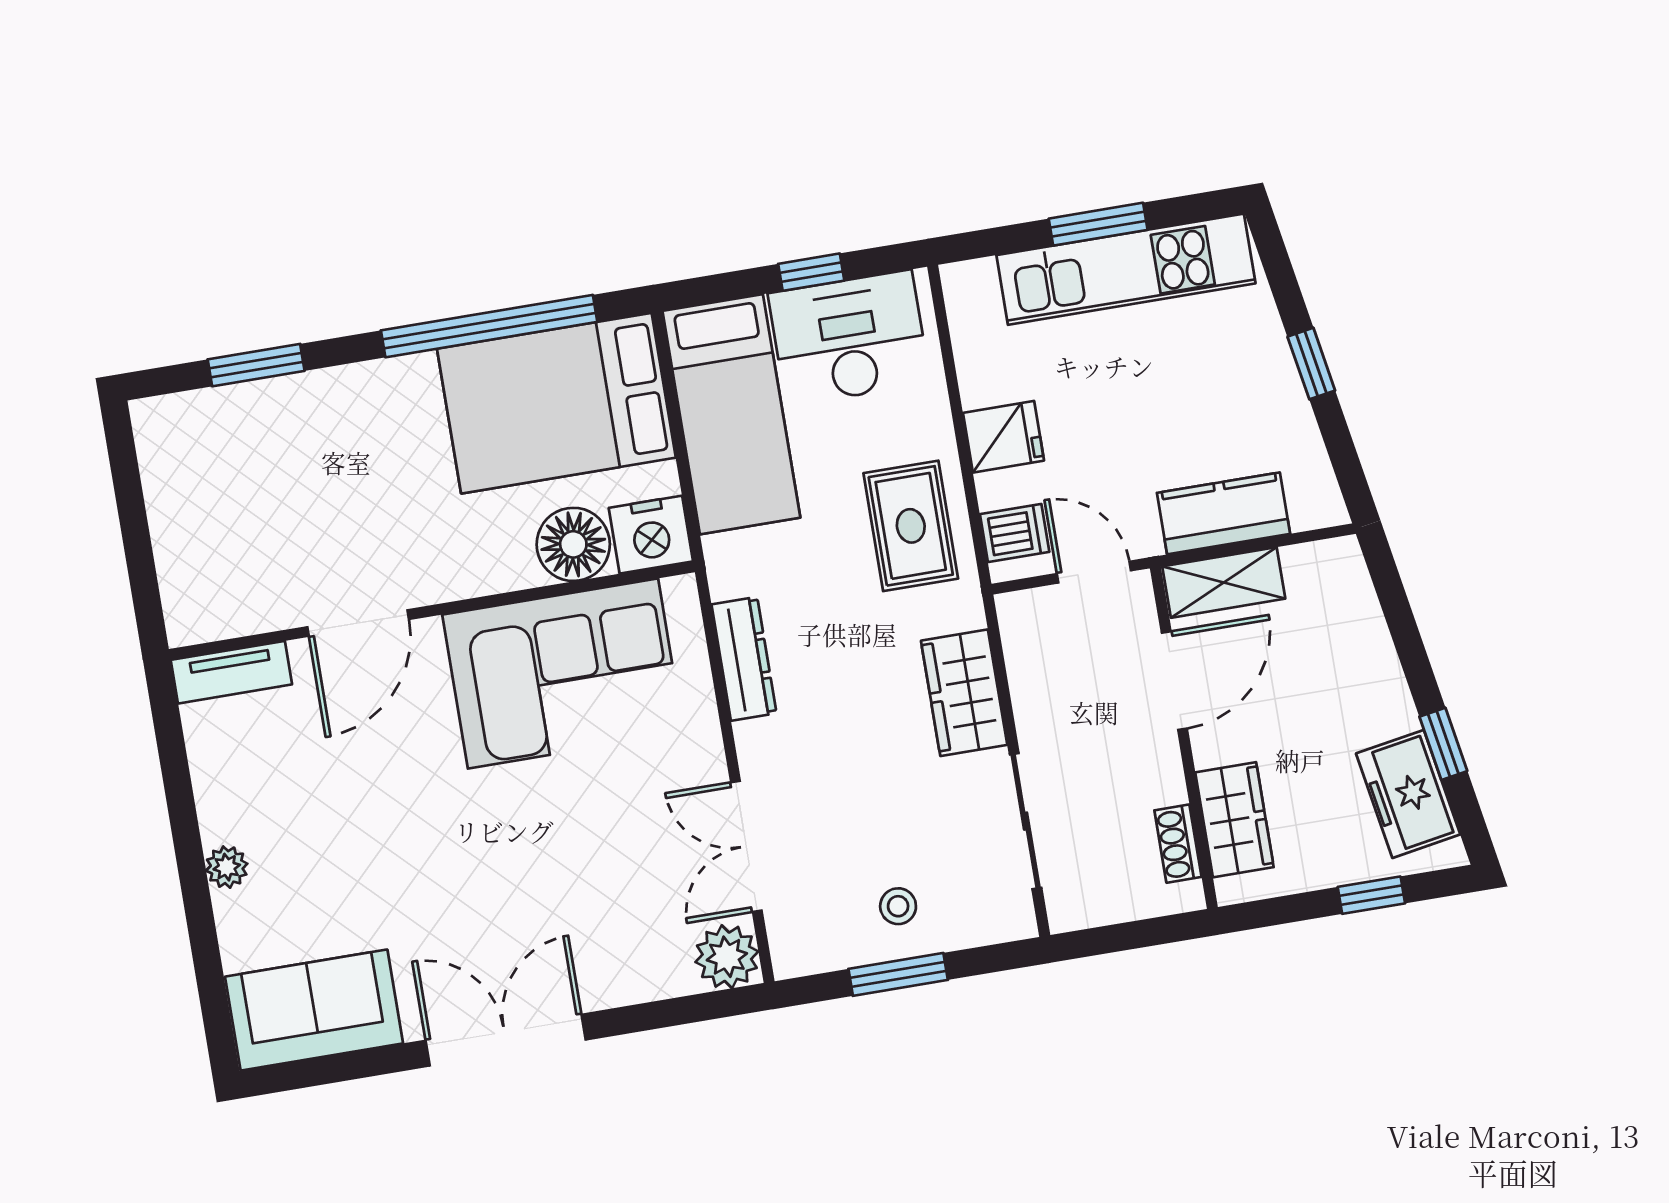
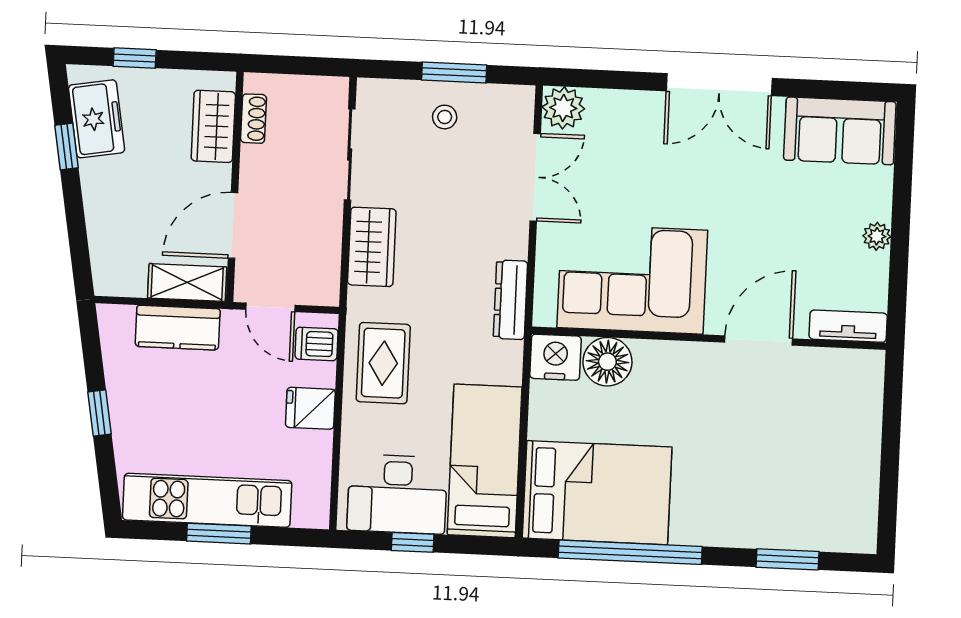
nightstand: (651, 535) -> (555, 357), moved
floor lamp: (573, 544) -> (607, 362), moved
wall: (432, 611) -> (709, 338), moved
door: (358, 623) -> (759, 340), moved
tv unit: (231, 672) -> (848, 326), moved
corner sofa: (563, 674) -> (632, 279), moved

